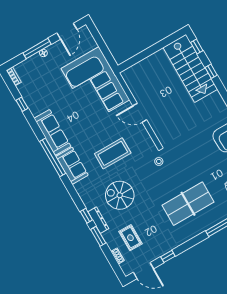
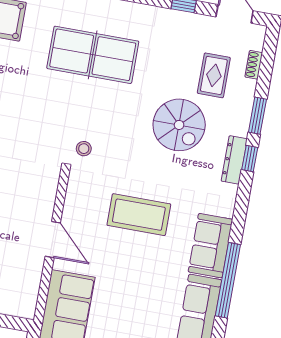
spiral stairs: (120, 195) -> (179, 125), moved
dresser: (98, 220) -> (234, 160), moved

